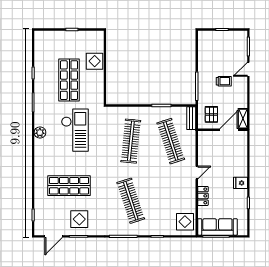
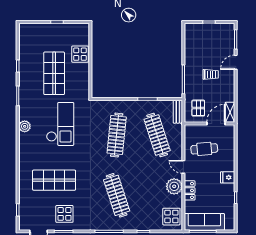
cafe table: (217, 155) -> (204, 149), added
door: (197, 172) -> (183, 167), swing flipped
plant: (188, 192) -> (174, 186), added

